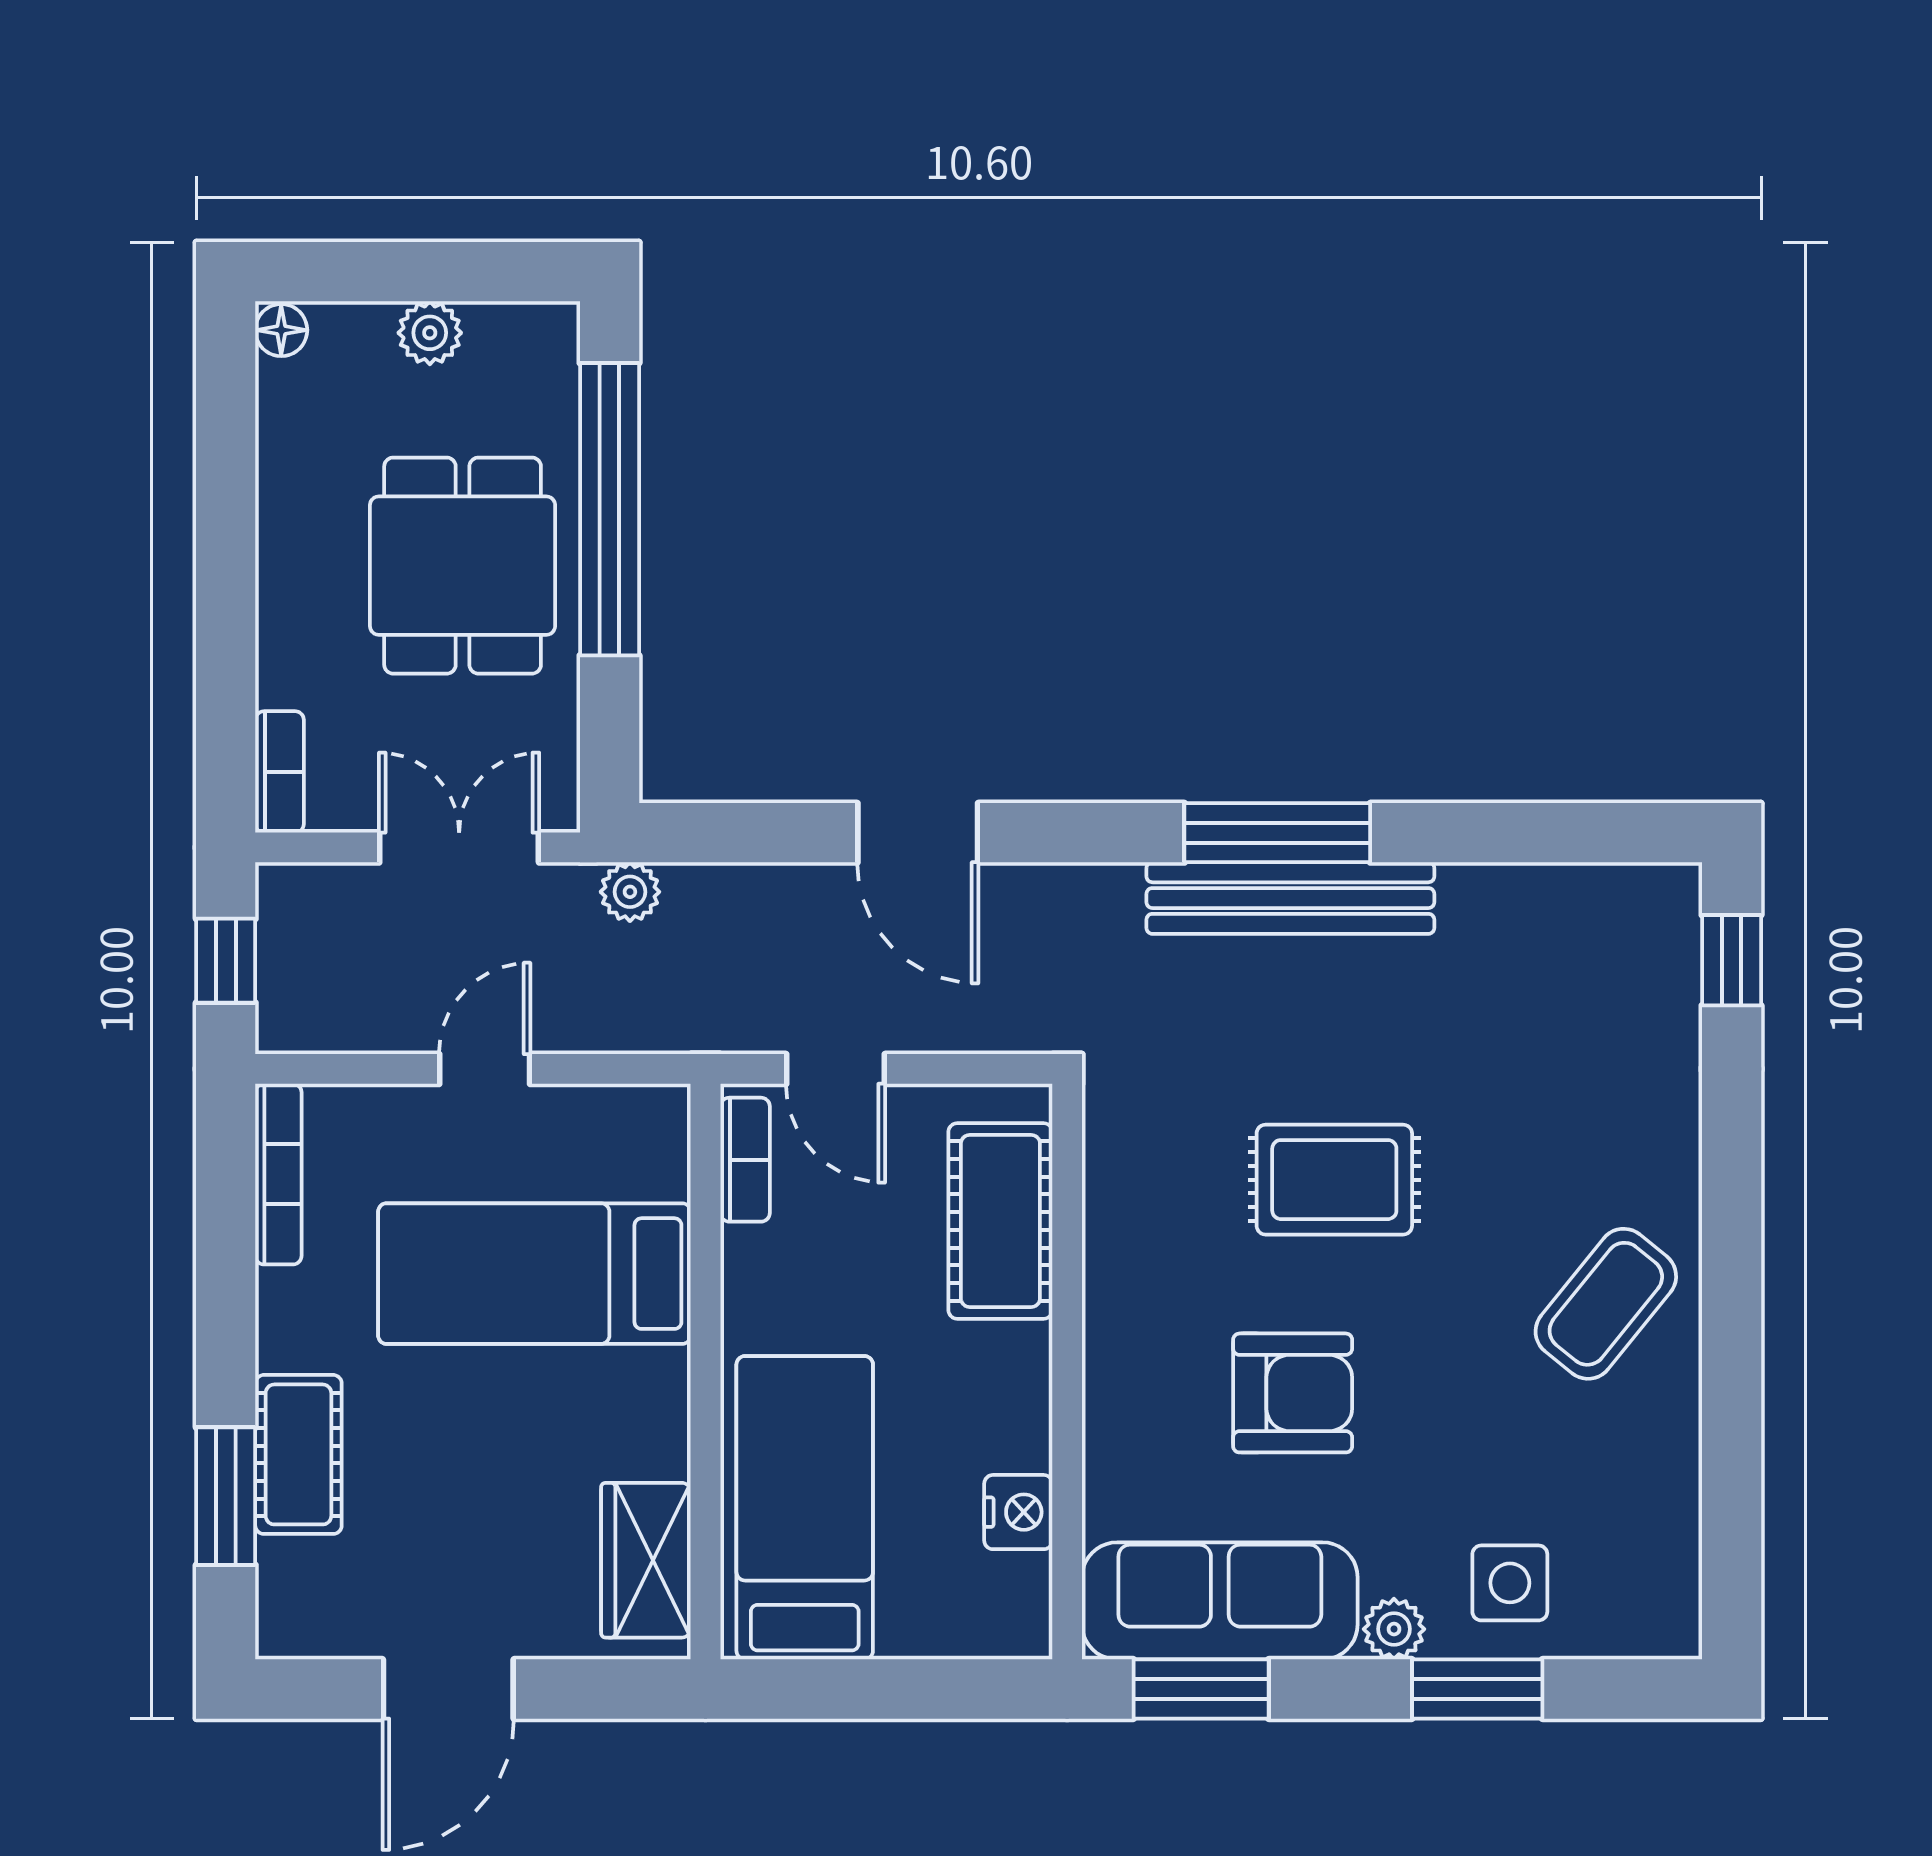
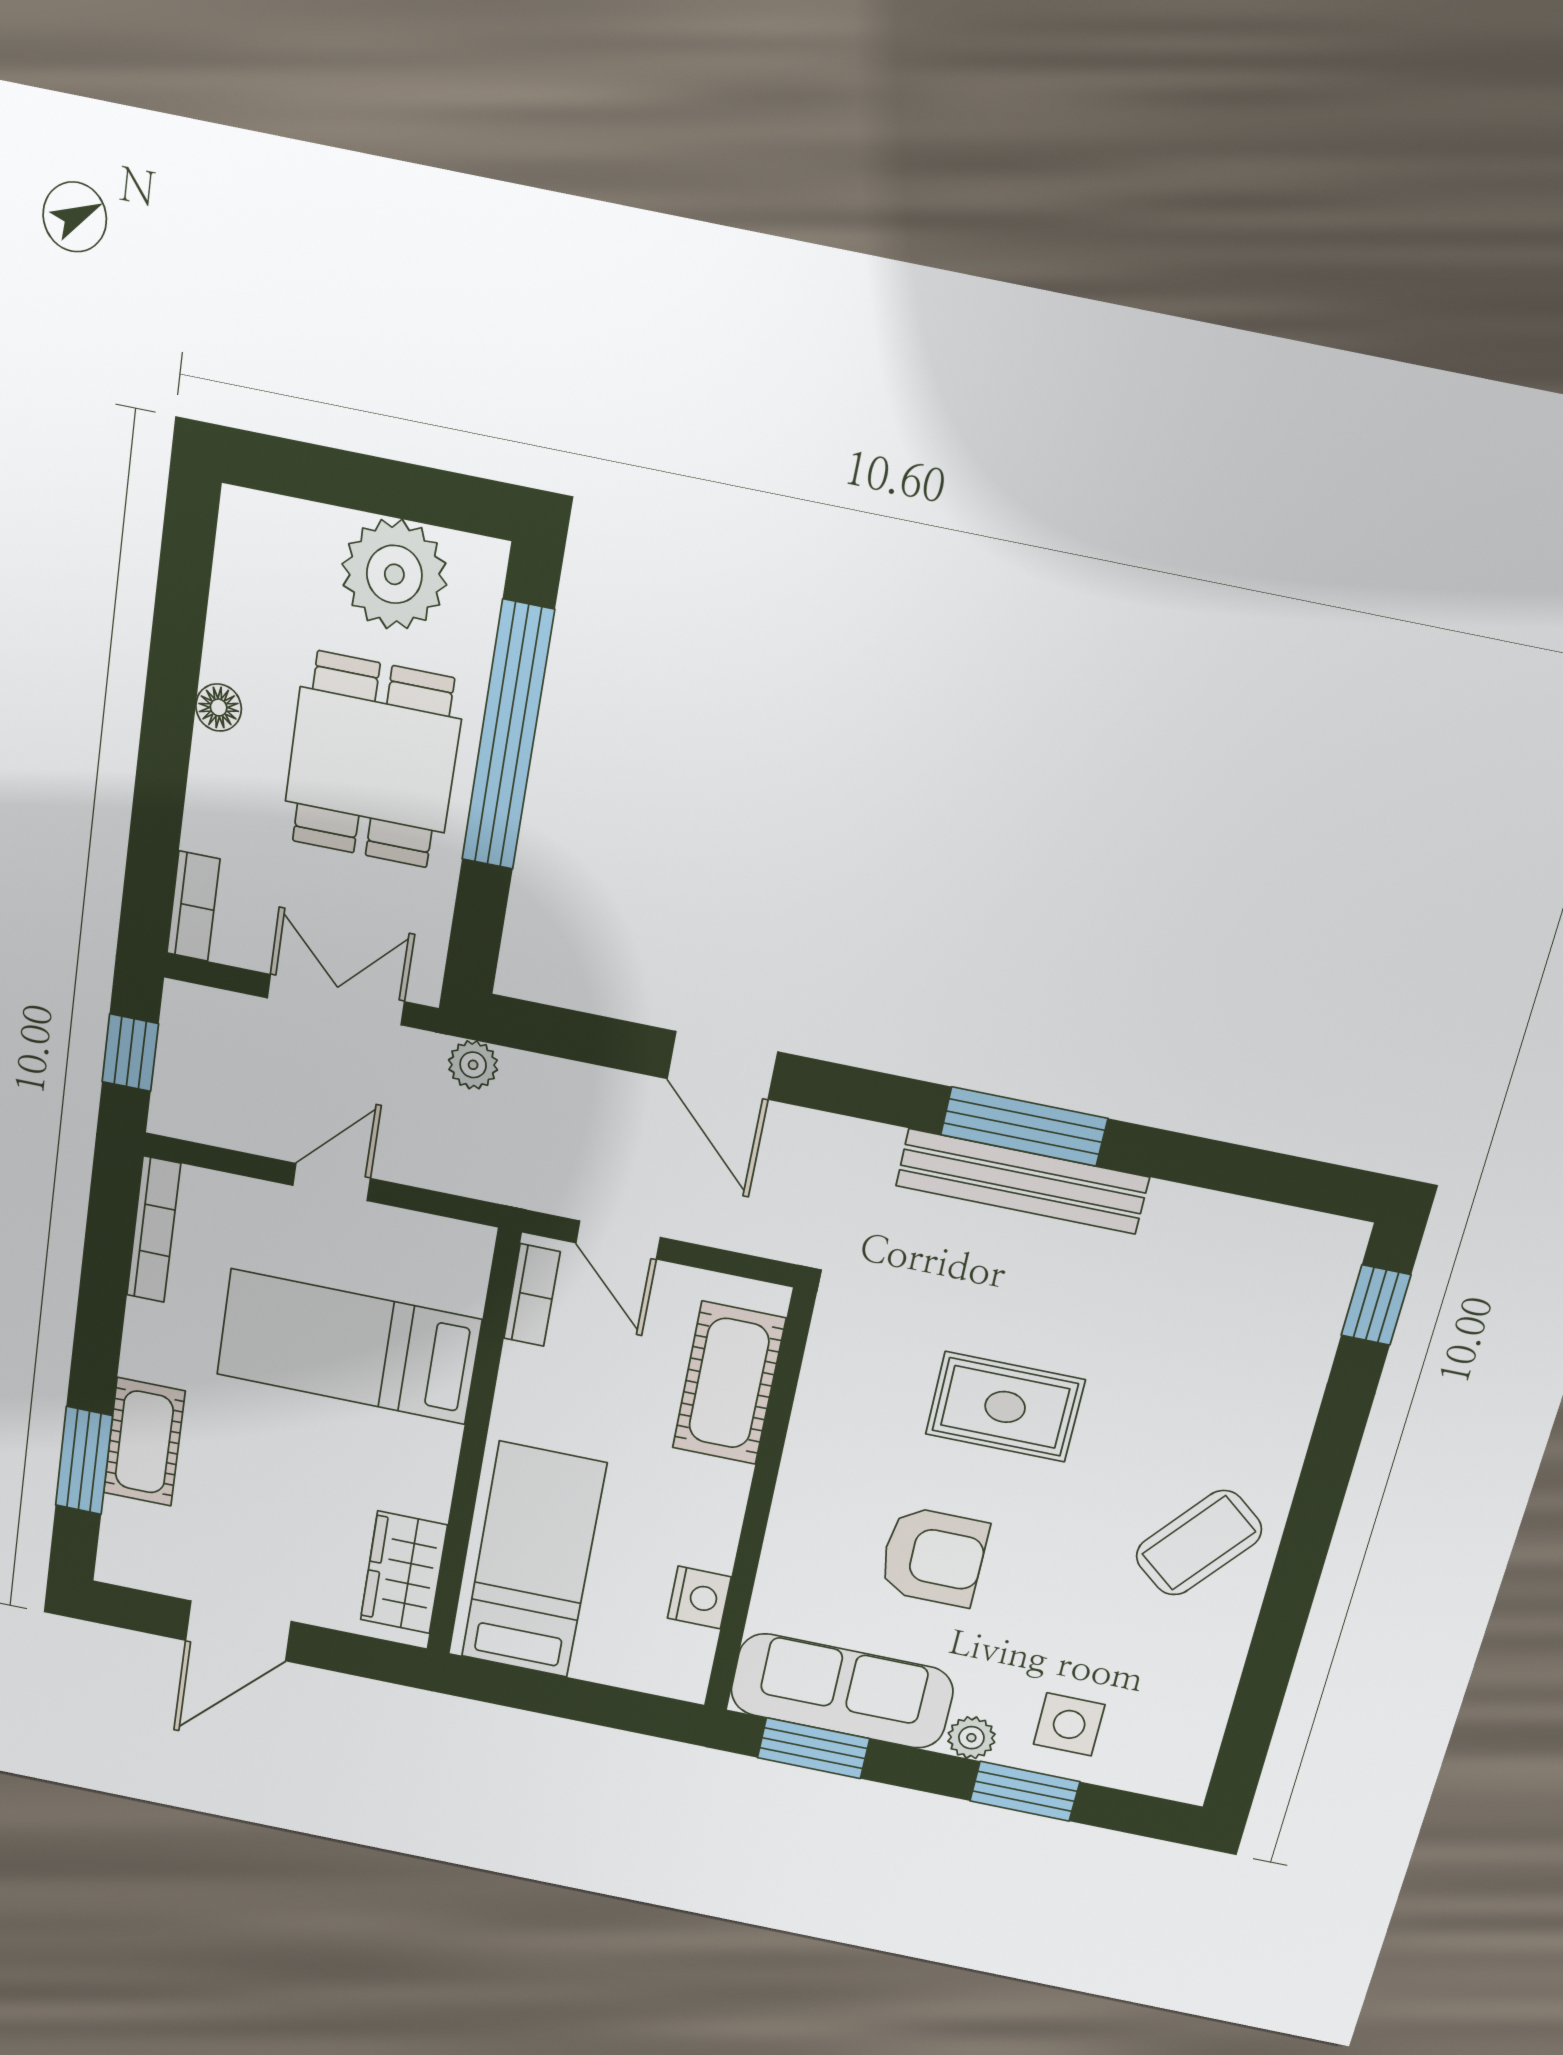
floor lamp: (281, 330) -> (219, 707), moved
plant: (430, 333) -> (394, 574), width x1.88, depth x1.88

